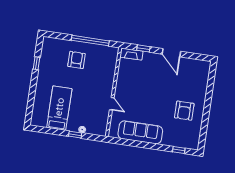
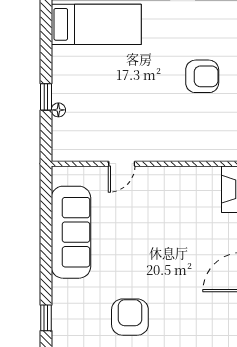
bed: (59, 108) -> (96, 24), moved
armchair: (184, 111) -> (130, 317), turned 90

